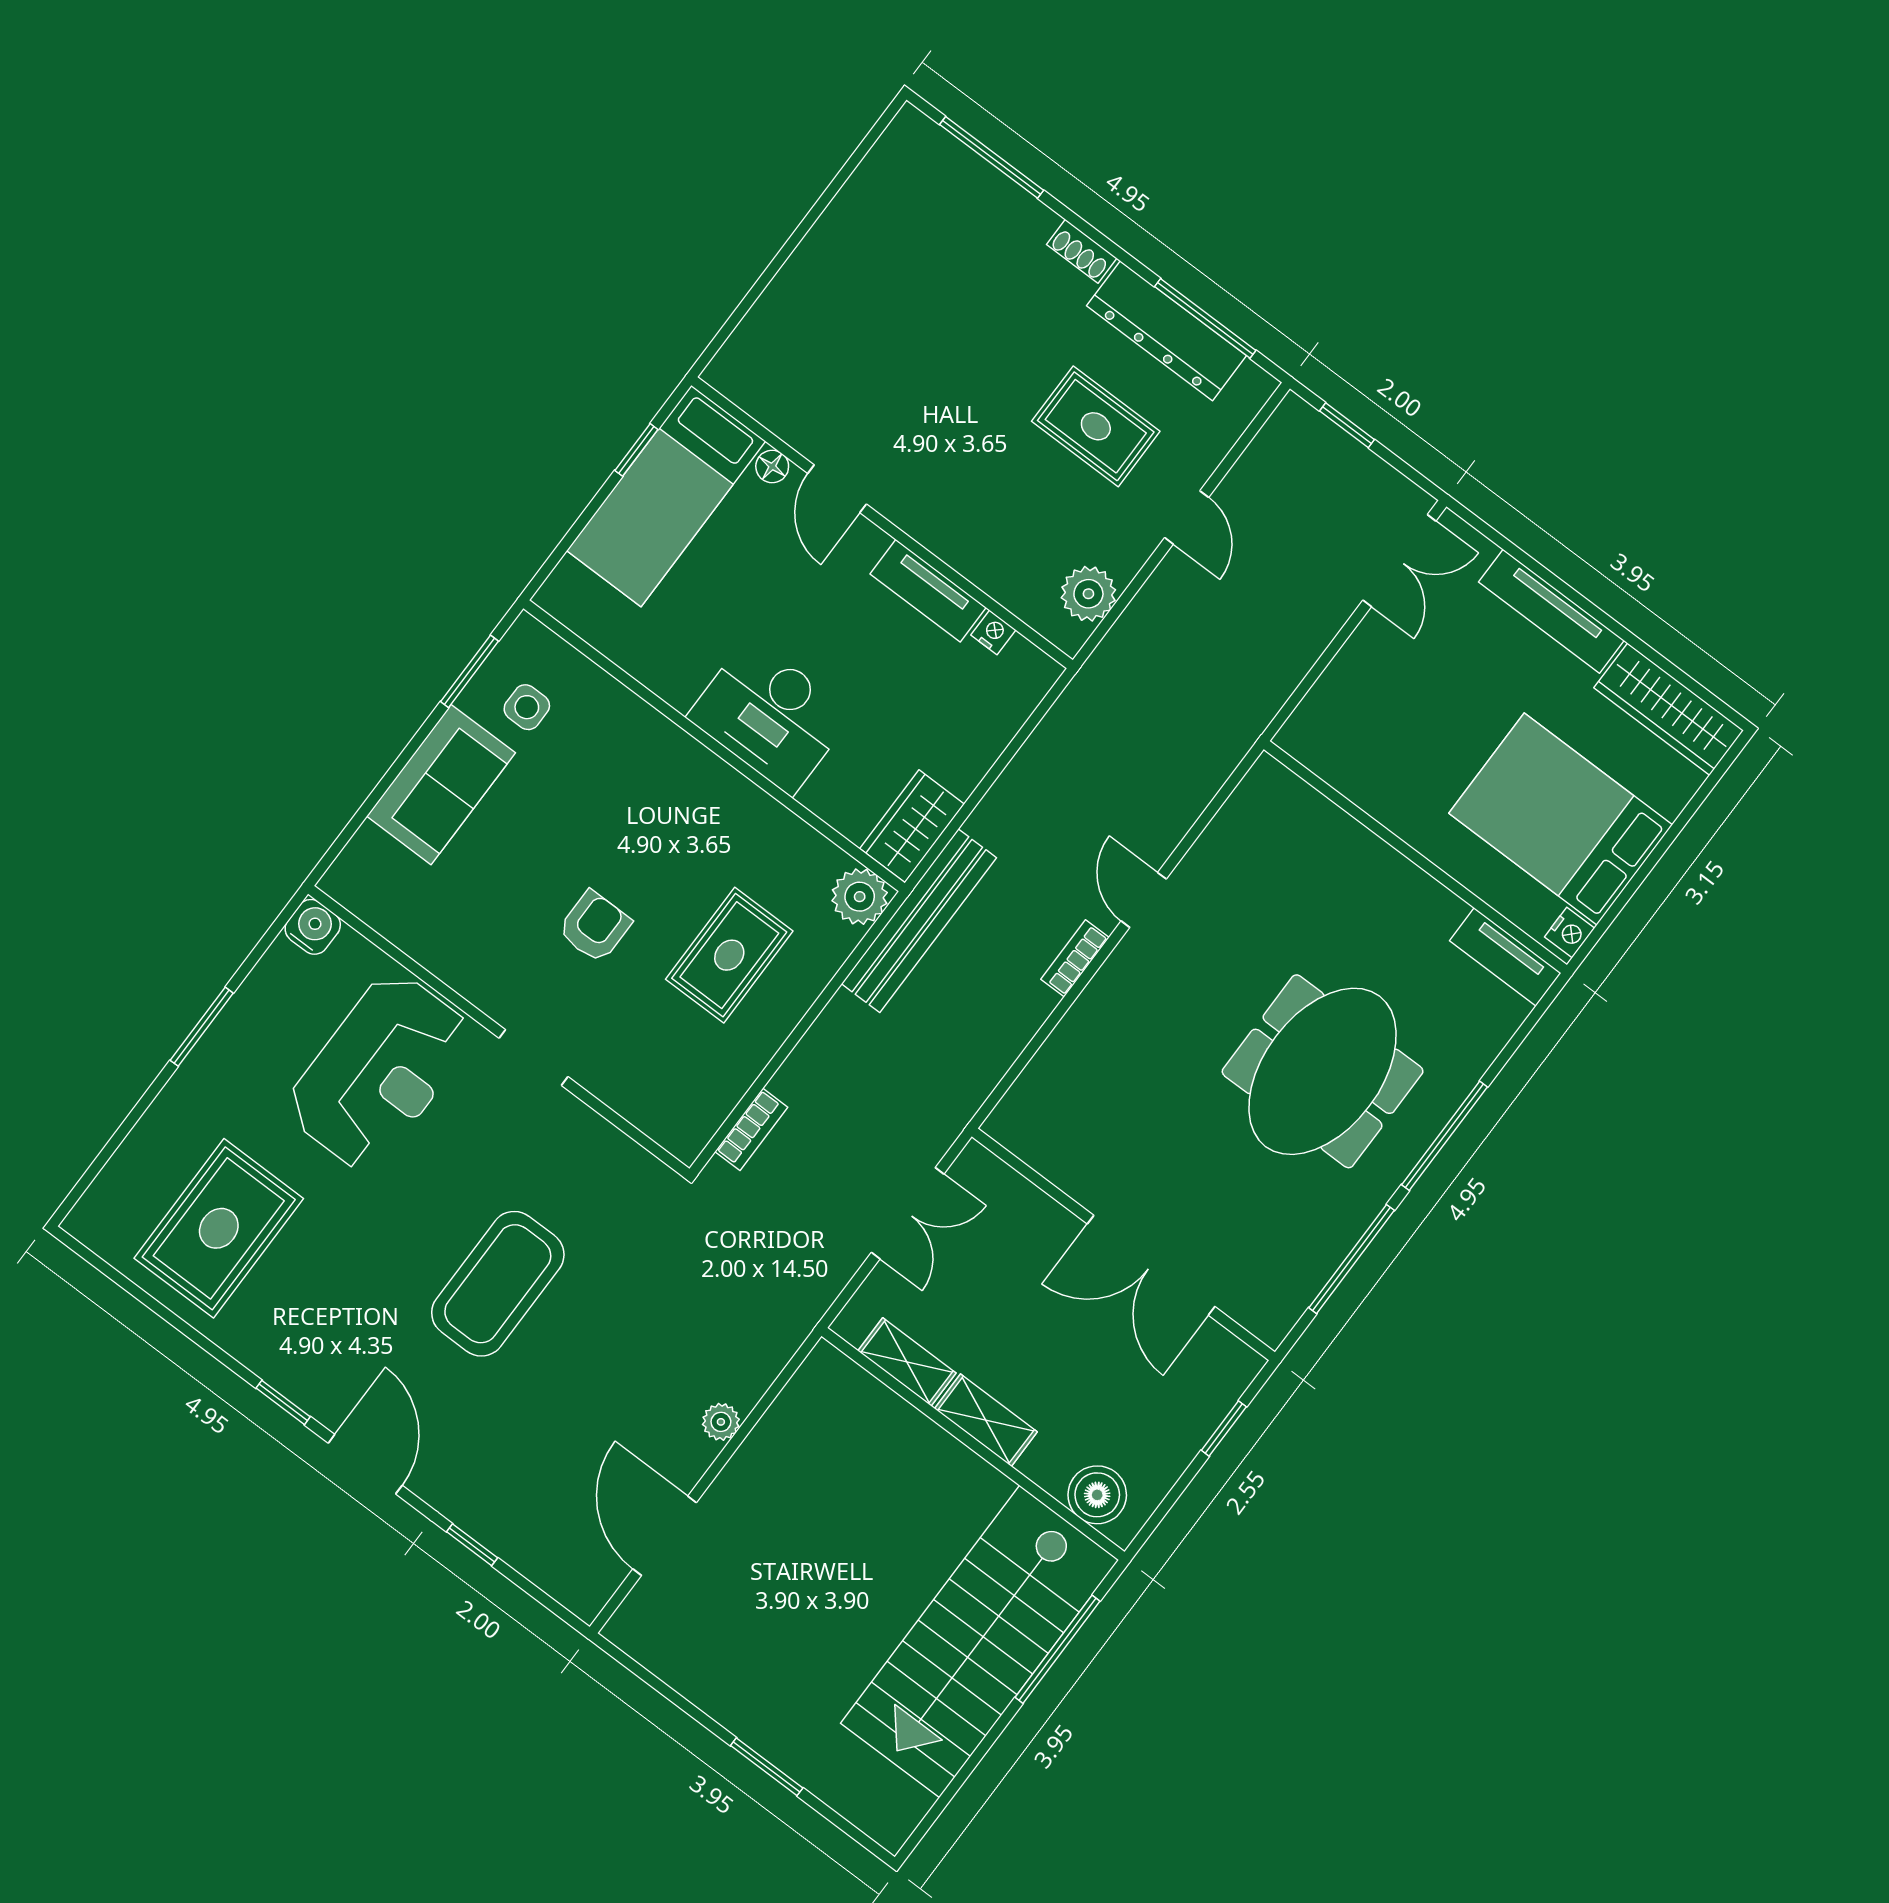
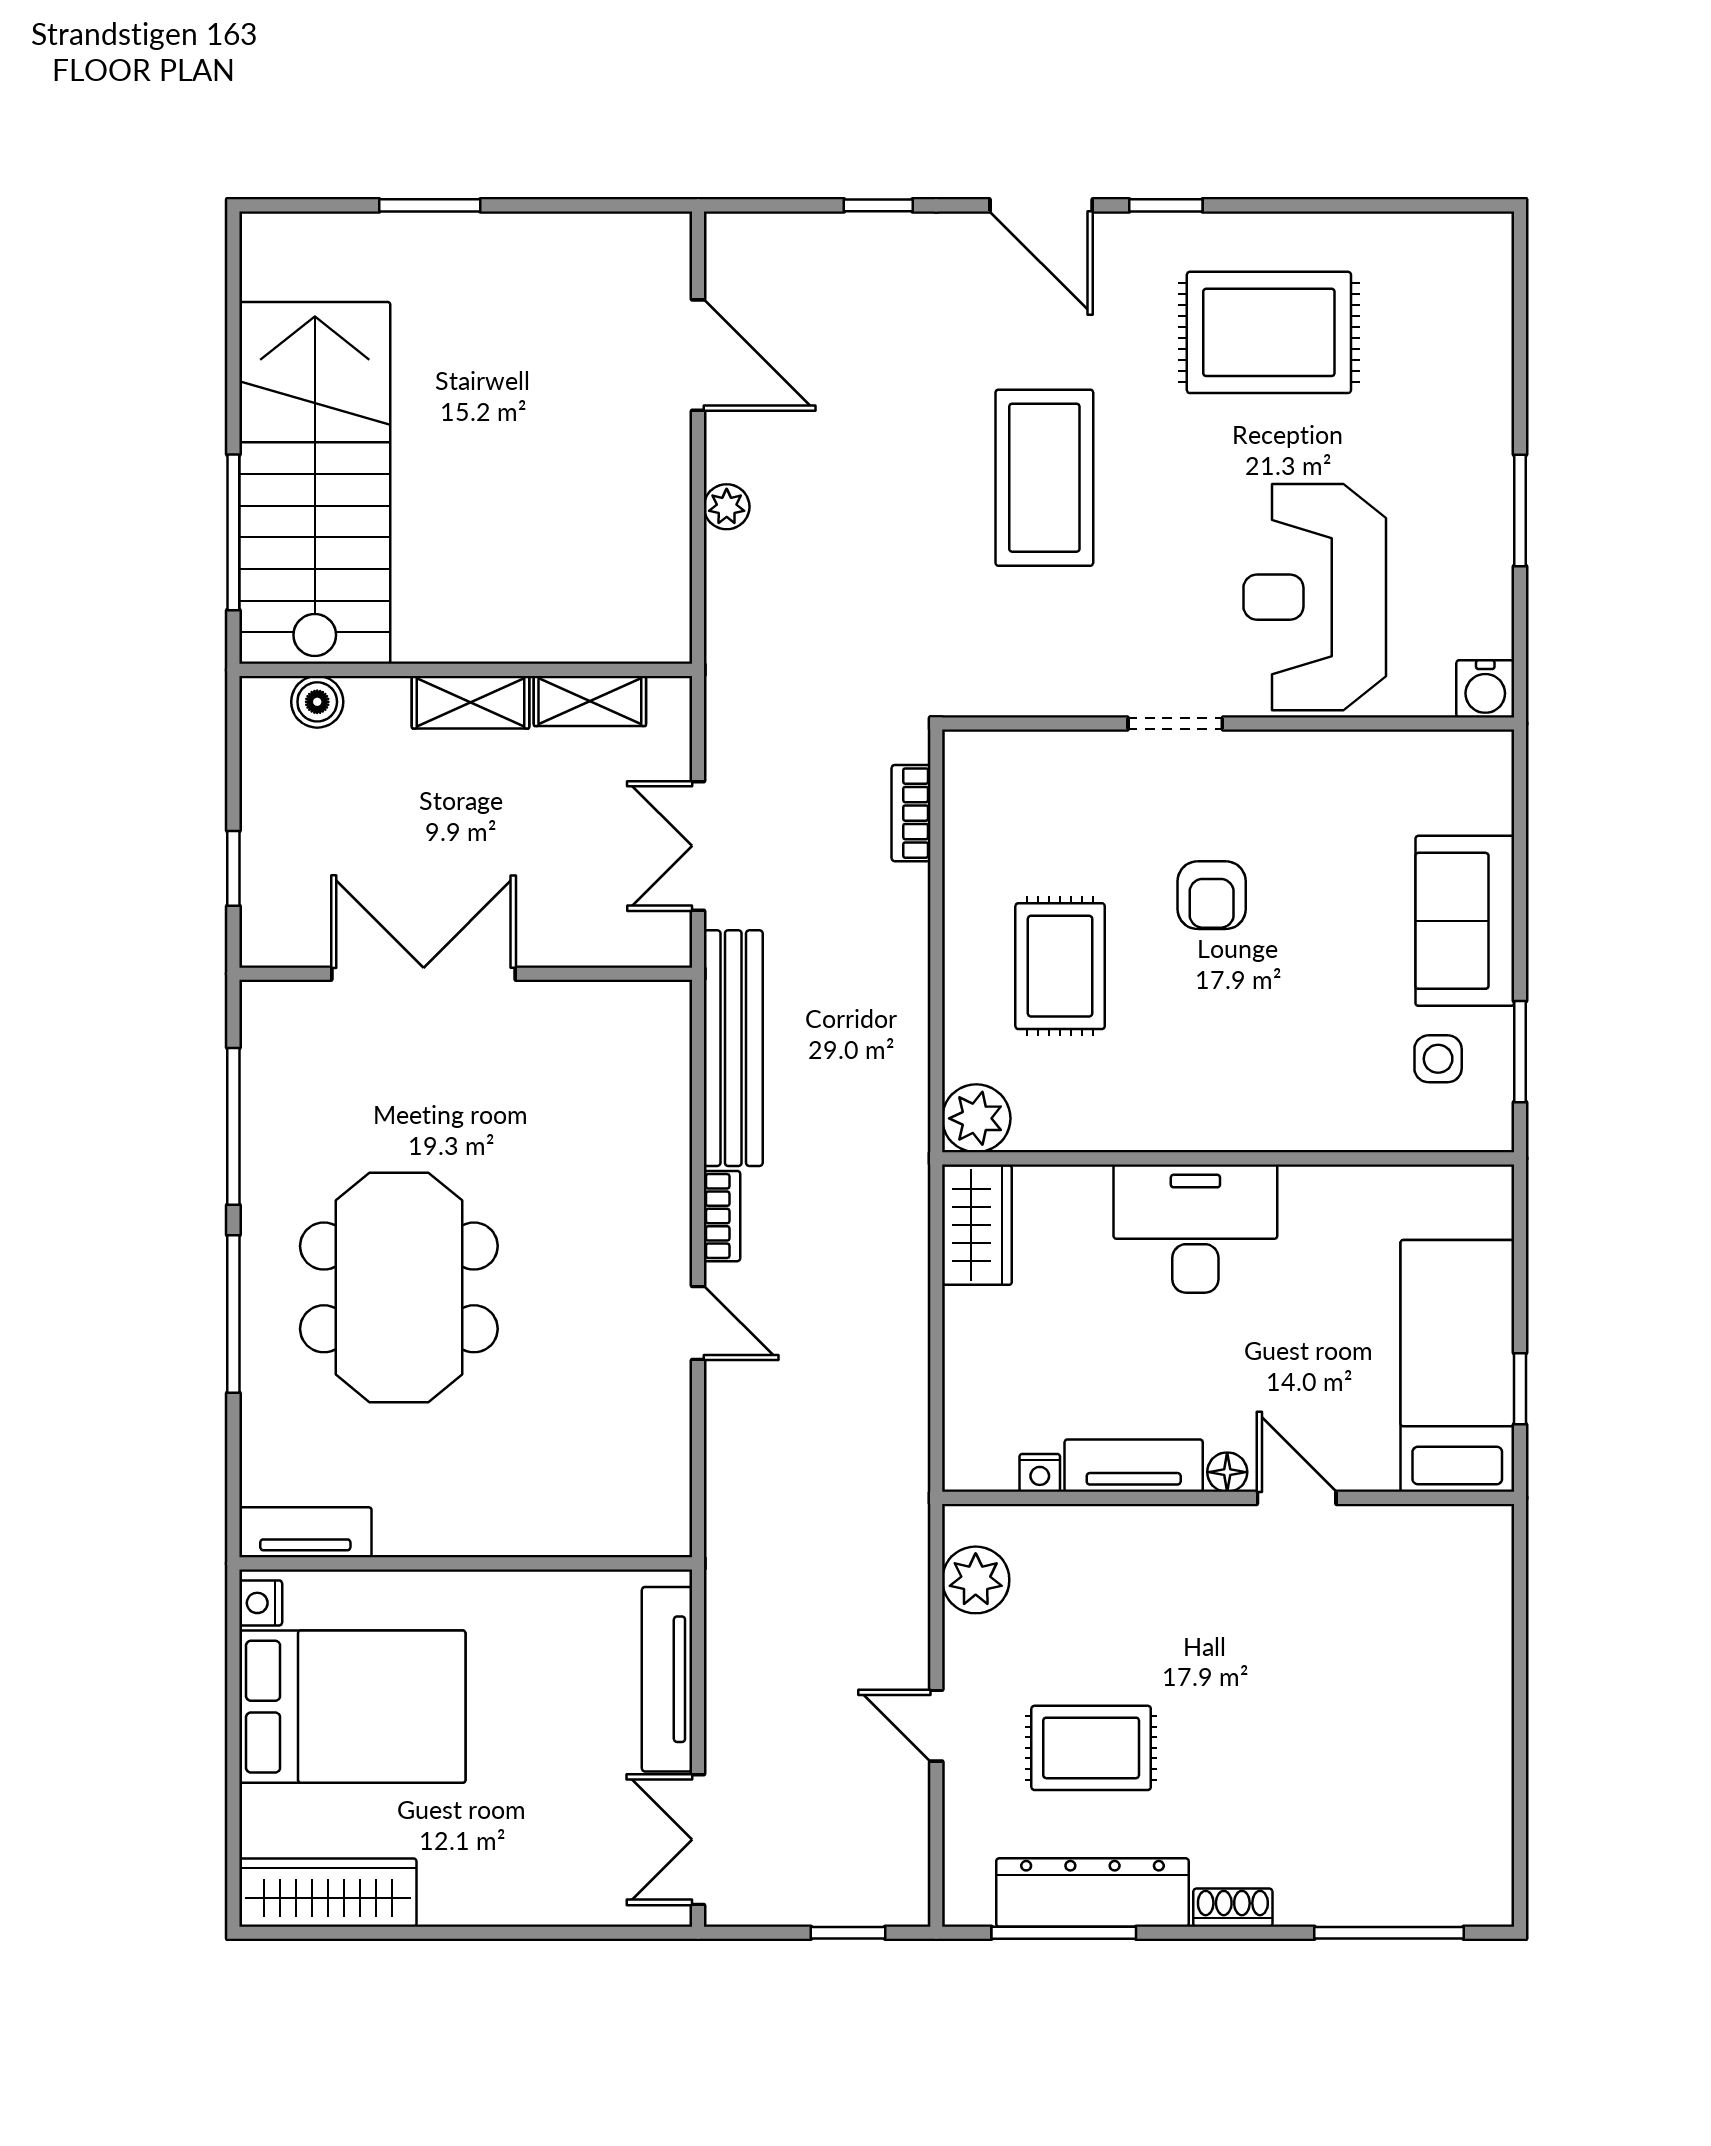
floor lamp: (772, 466) -> (1227, 1472), moved
tv unit: (1551, 611) -> (667, 1679), moved, turned -90
bench: (919, 921) -> (733, 1048), moved
rug: (219, 1228) -> (1269, 332), moved, turned 90
boiler: (1097, 1495) -> (317, 702), width x0.73, depth x0.73

